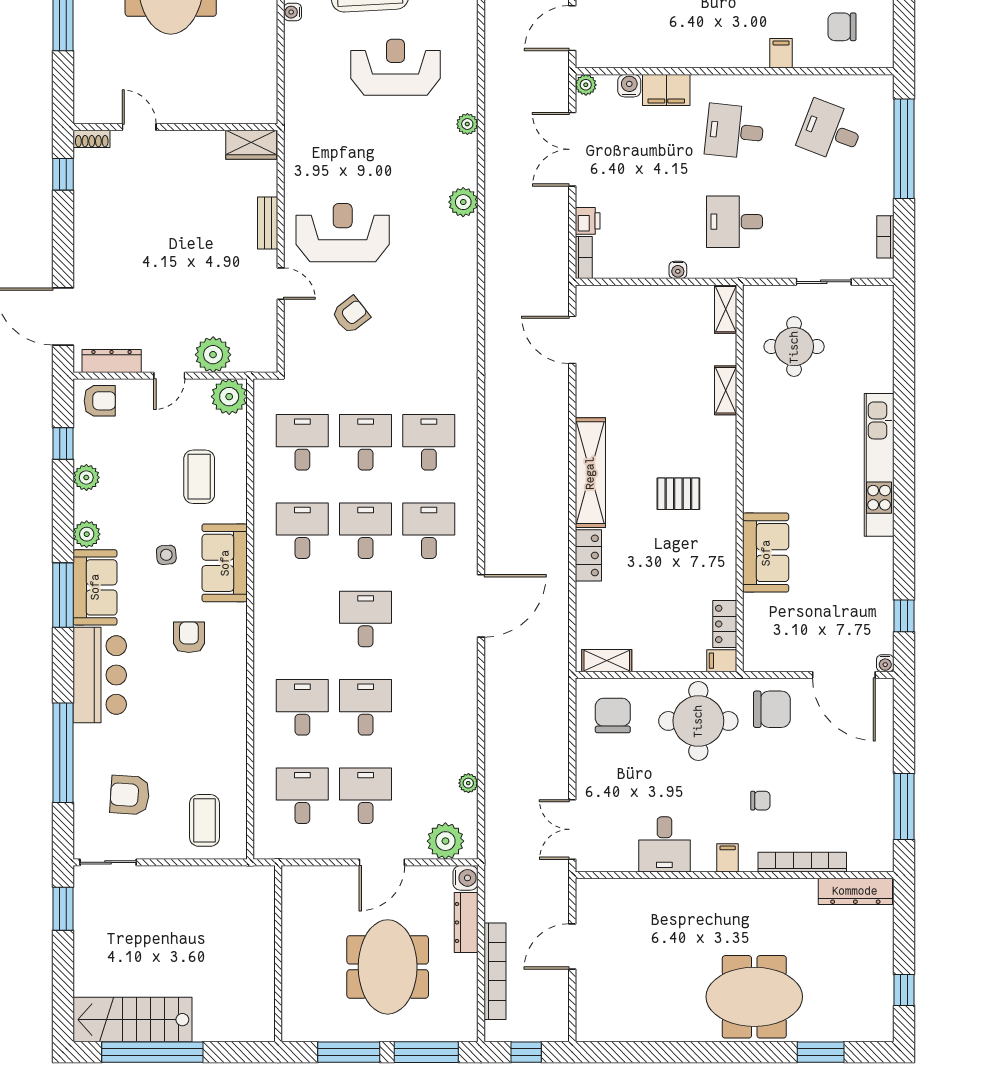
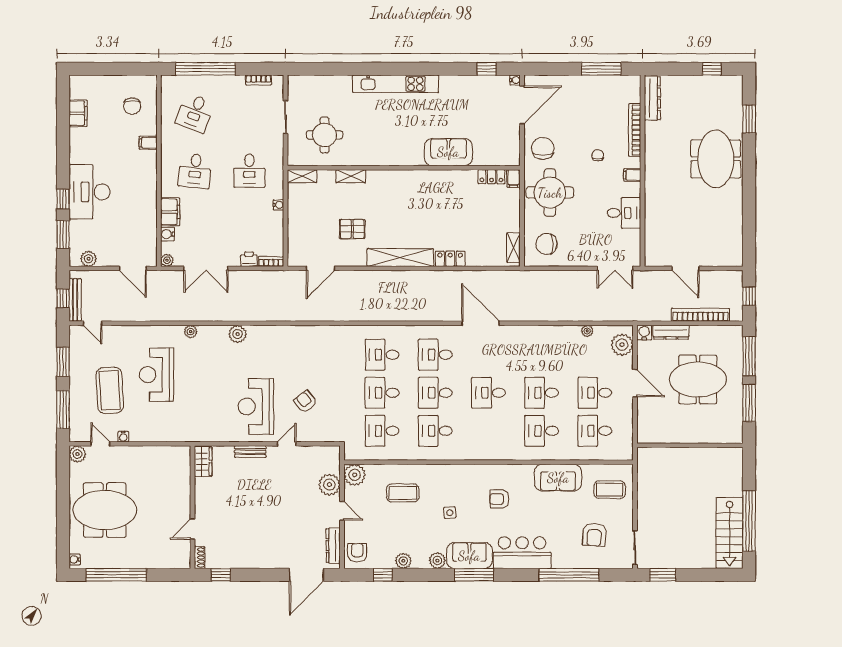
pallet: (678, 494) -> (352, 229), moved, turned 90
sofa: (225, 563) -> (558, 478), moved

